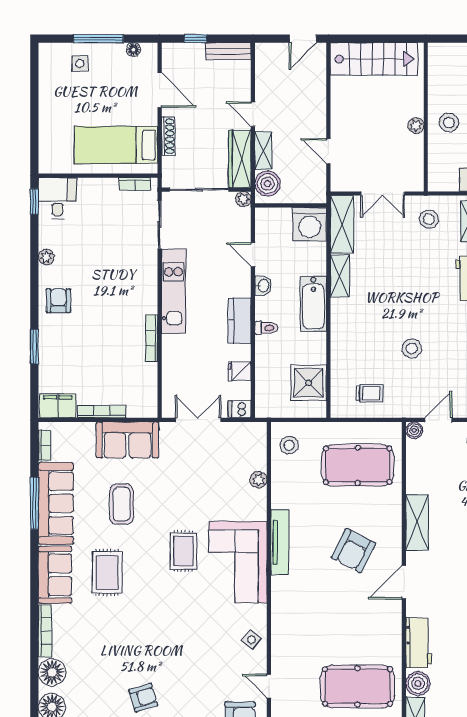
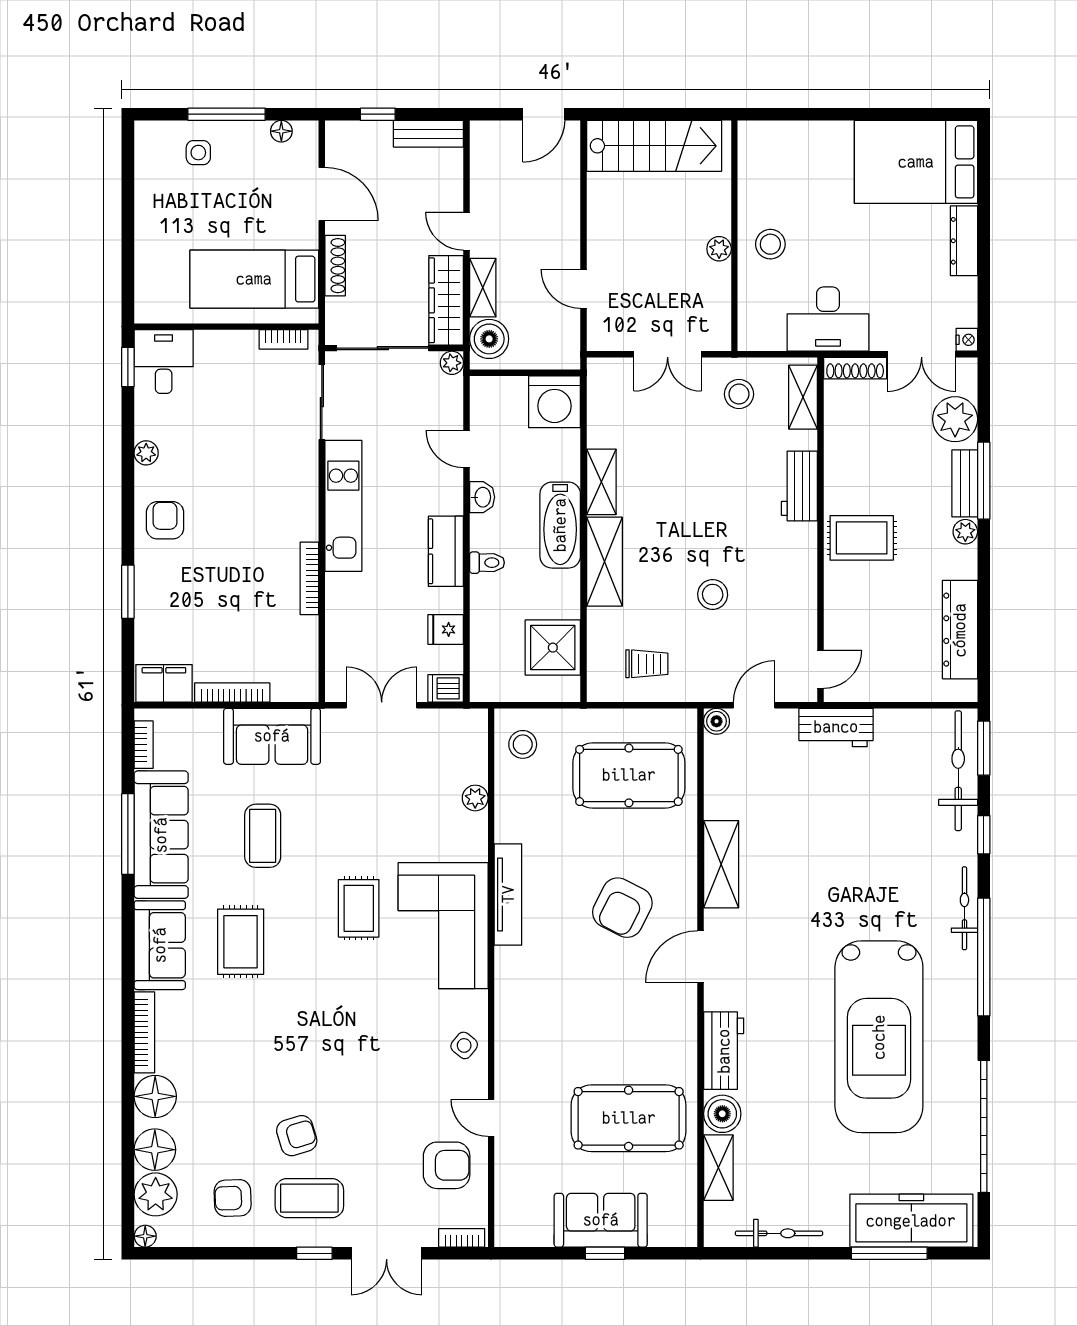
shelving: (342, 224) -> (604, 562), moved

